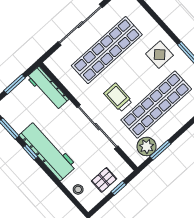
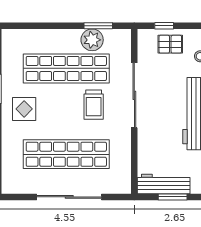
workbench: (48, 88) -> (164, 184), moved, turned -90
plant: (147, 146) -> (92, 40), moved

